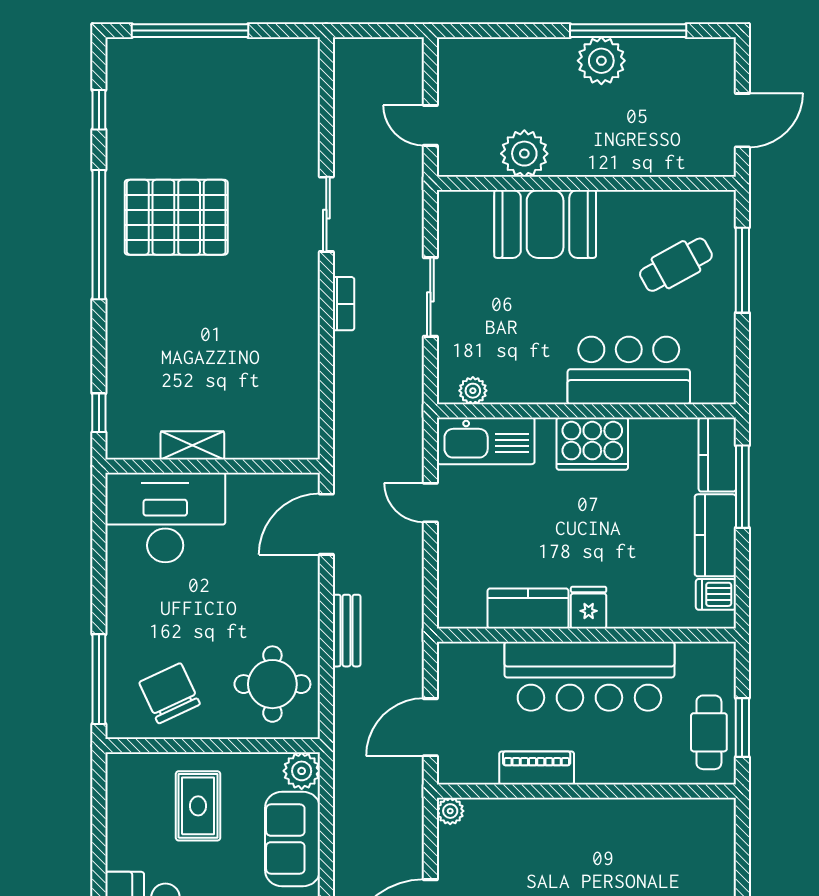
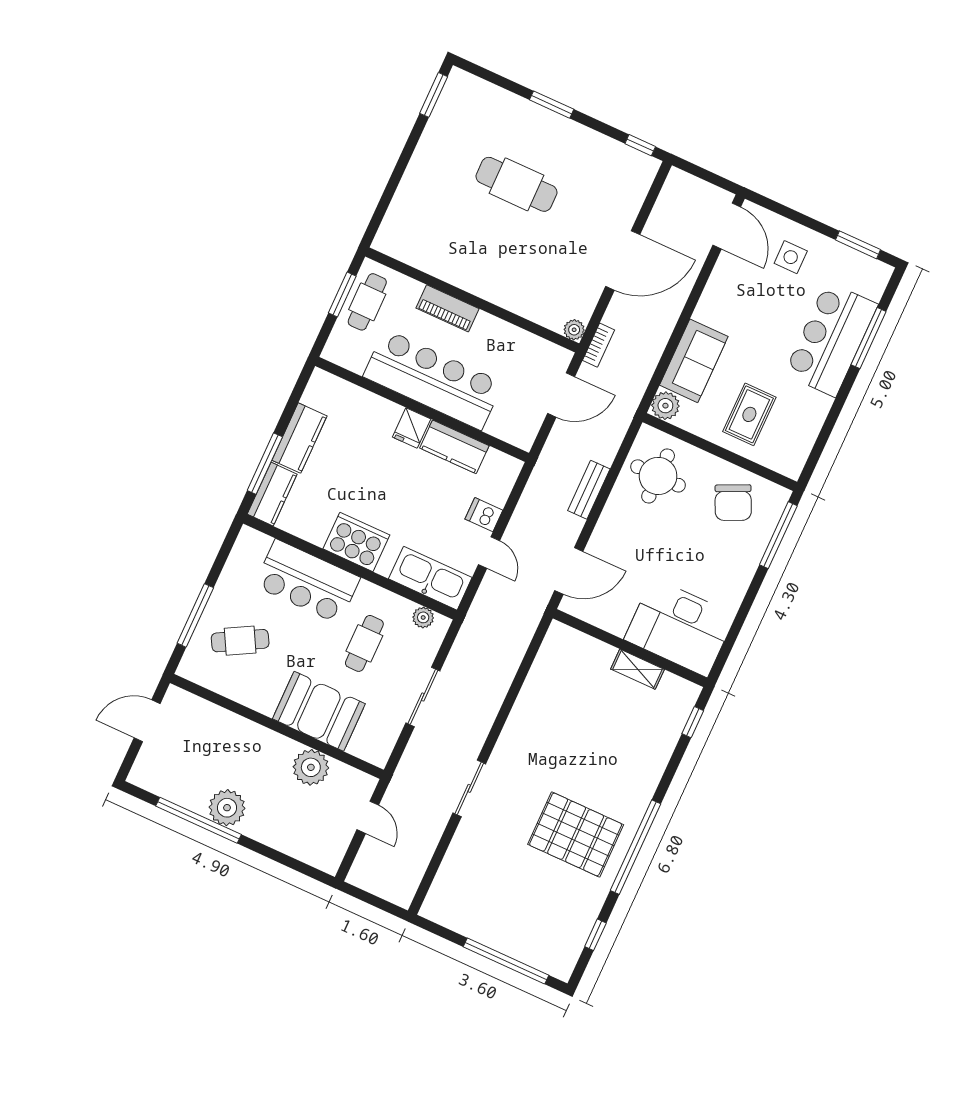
bookcase: (343, 304) -> (599, 345), moved, turned 180
cafe table: (528, 328) -> (364, 643), added
dishwasher: (716, 594) -> (484, 515), moved, turned 180
piano: (537, 768) -> (448, 308), moved

